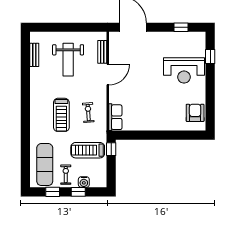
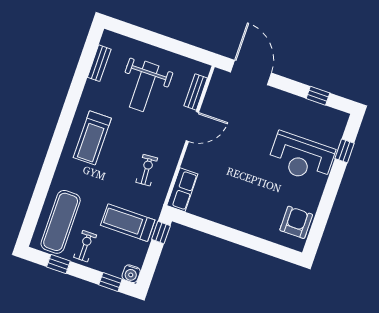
treadmill: (61, 115) -> (92, 138), moved
water cooler: (84, 182) -> (131, 274), moved
window: (78, 192) -> (110, 282), moved

